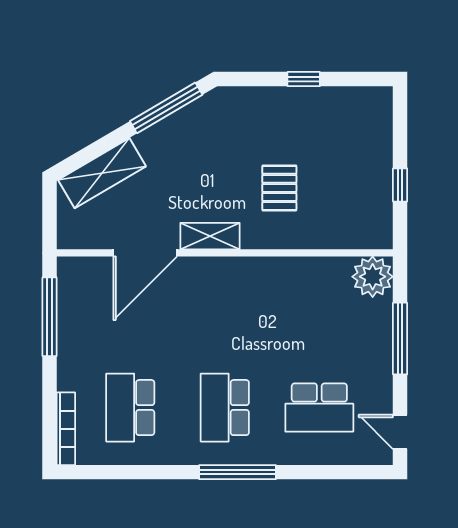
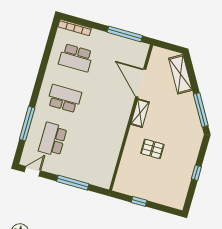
plant: (373, 277) -> (103, 178), removed
school desk: (130, 408) -> (76, 58), turned 180
window: (238, 472) -> (27, 124), moved

